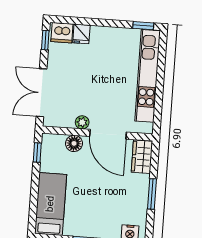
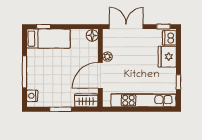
window: (143, 26) -> (178, 82), moved
fridge: (81, 34) -> (167, 57), width x1.88, depth x1.34
floor lamp: (74, 143) -> (92, 35), moved
window: (37, 153) -> (43, 27), moved

